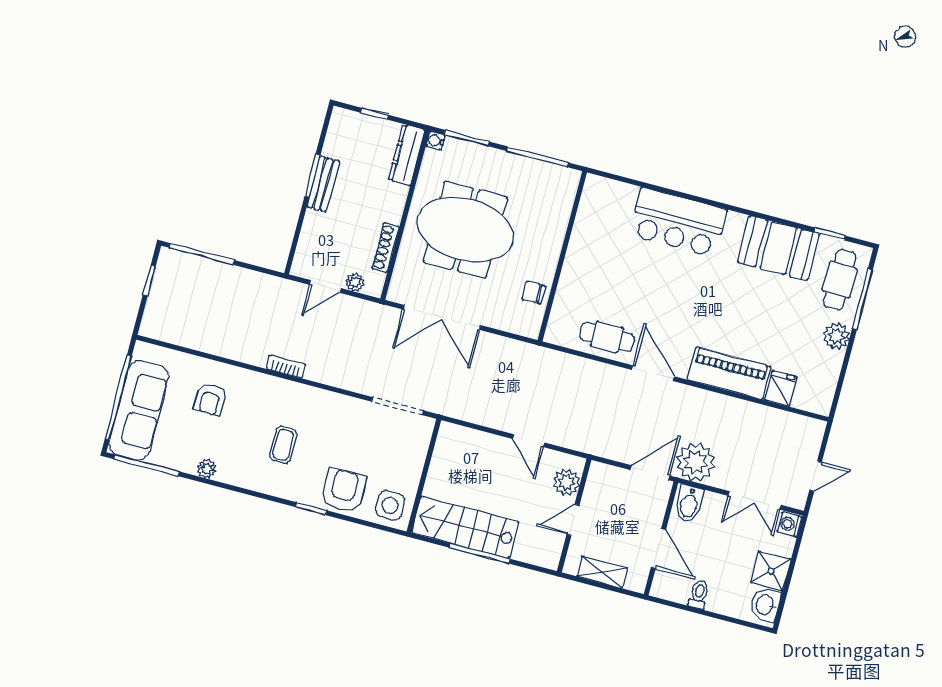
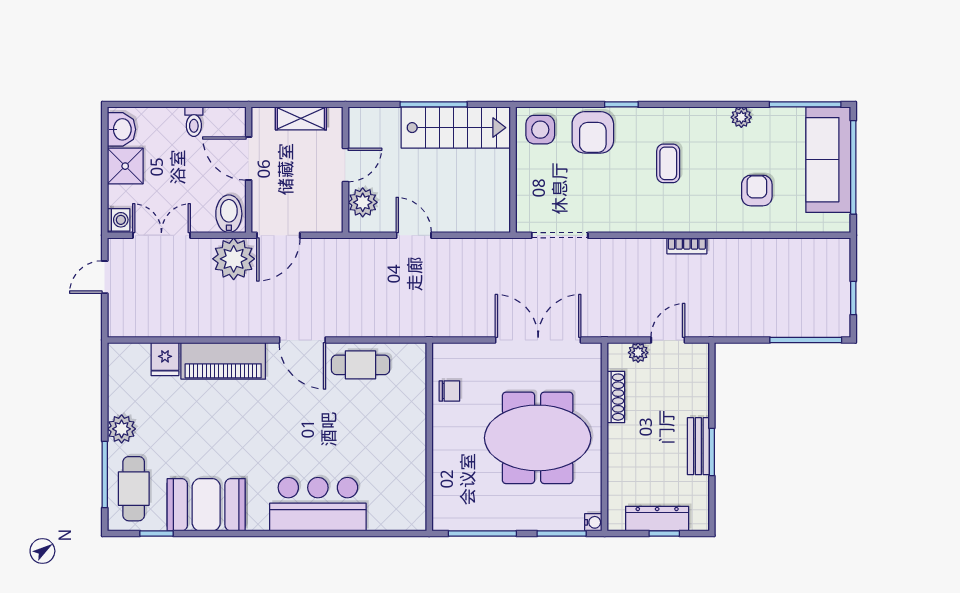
dresser: (407, 155) -> (657, 519), moved, turned -90

